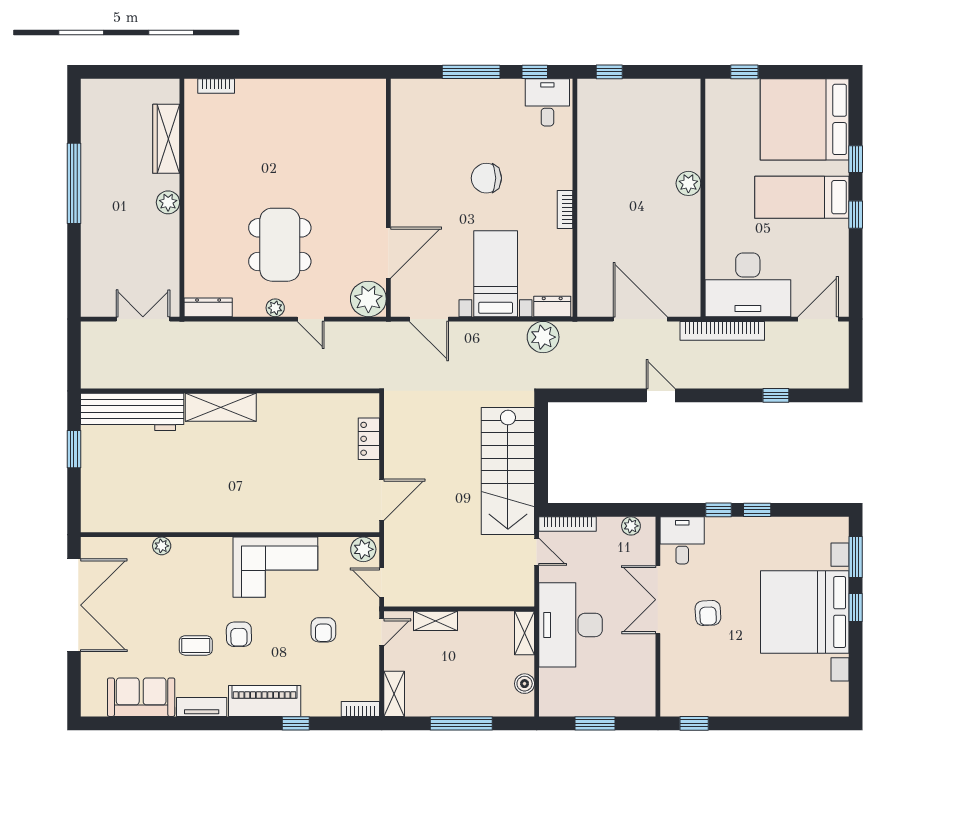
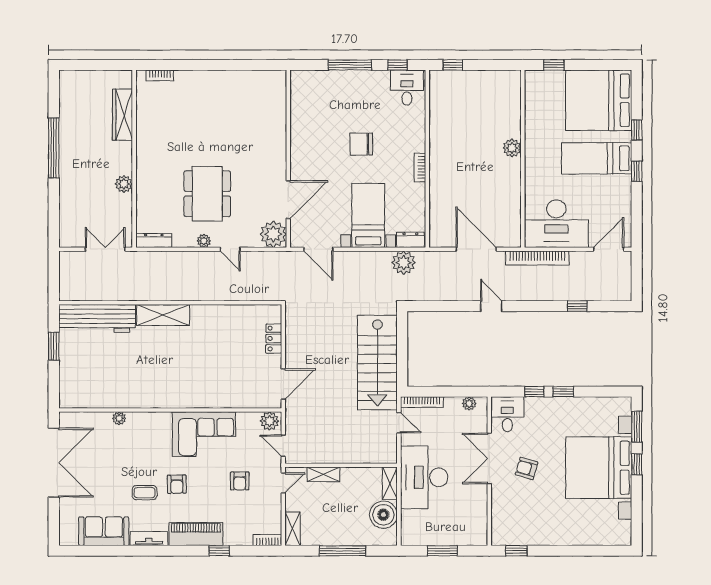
plant: (168, 202) -> (124, 184), moved
armchair: (708, 613) -> (527, 468), turned 109
boiler: (525, 684) -> (383, 515), width x1.86, depth x1.86

